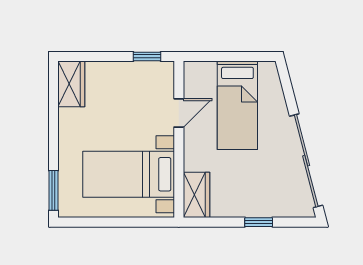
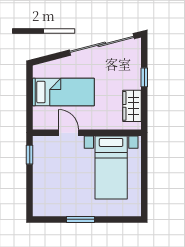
wardrobe: (71, 84) -> (49, 207), removed
window: (53, 190) -> (80, 219), moved
wardrobe: (196, 195) -> (132, 106), moved, turned -90

